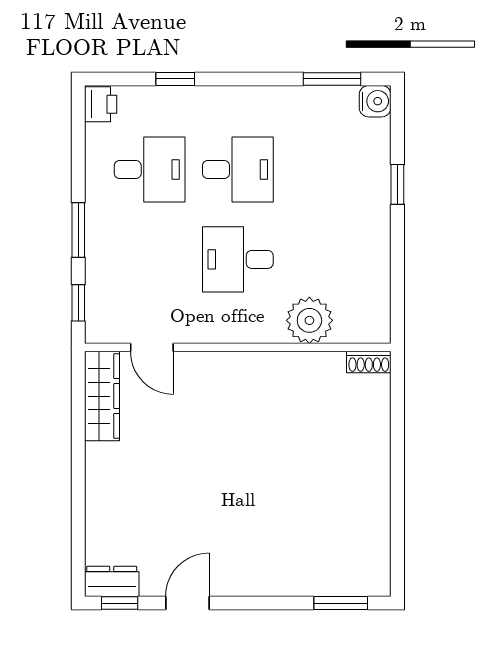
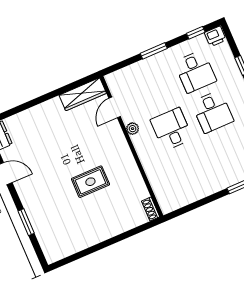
window: (78, 303) -> (196, 33), moved
plant: (309, 320) -> (133, 129), moved, width x0.53, depth x0.53
rug: (270, 452) -> (90, 182), added
window: (341, 603) -> (26, 222), moved

